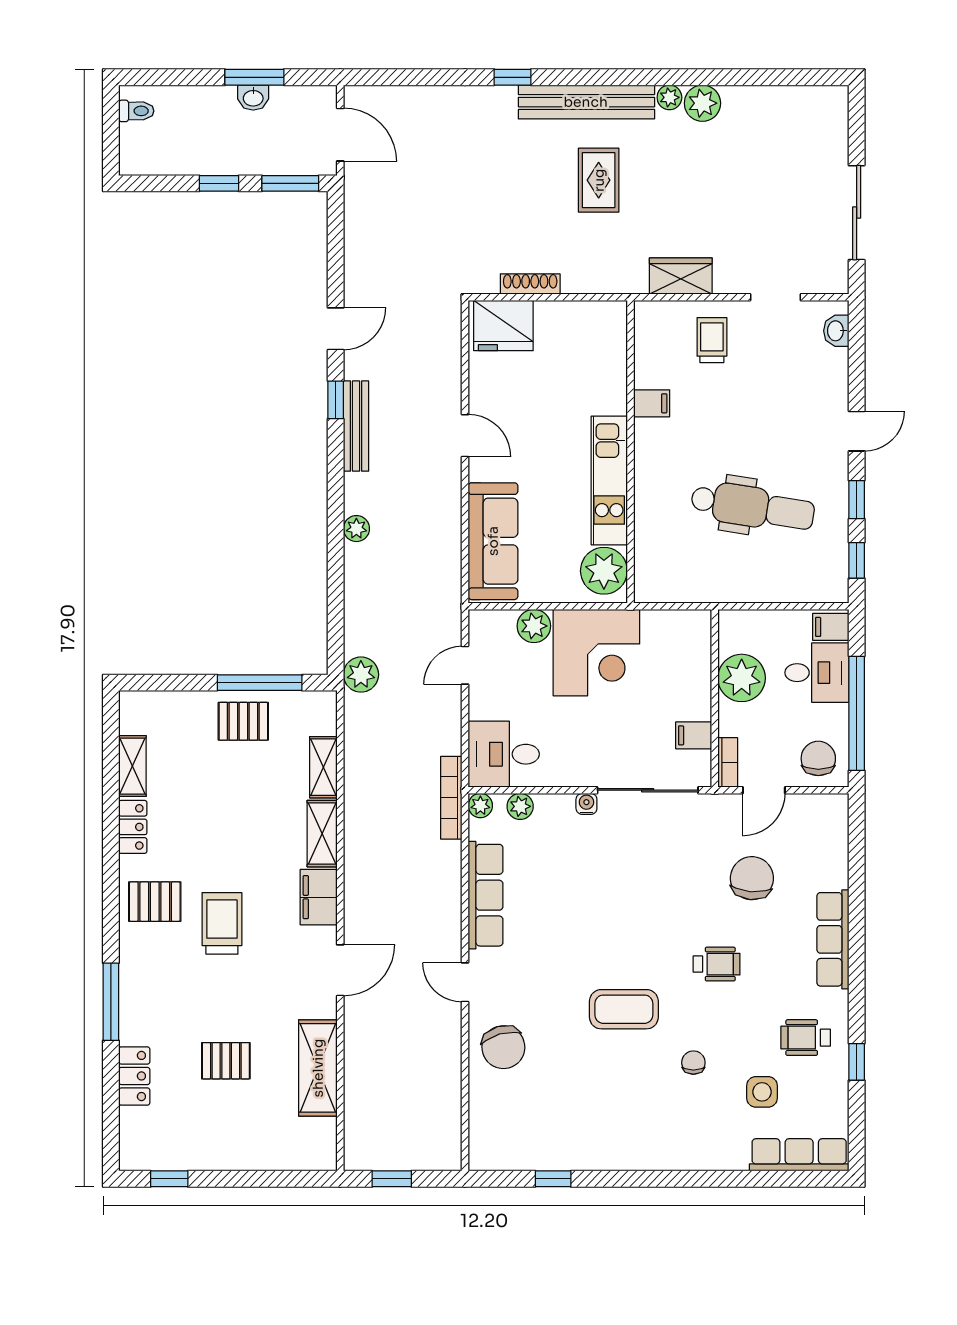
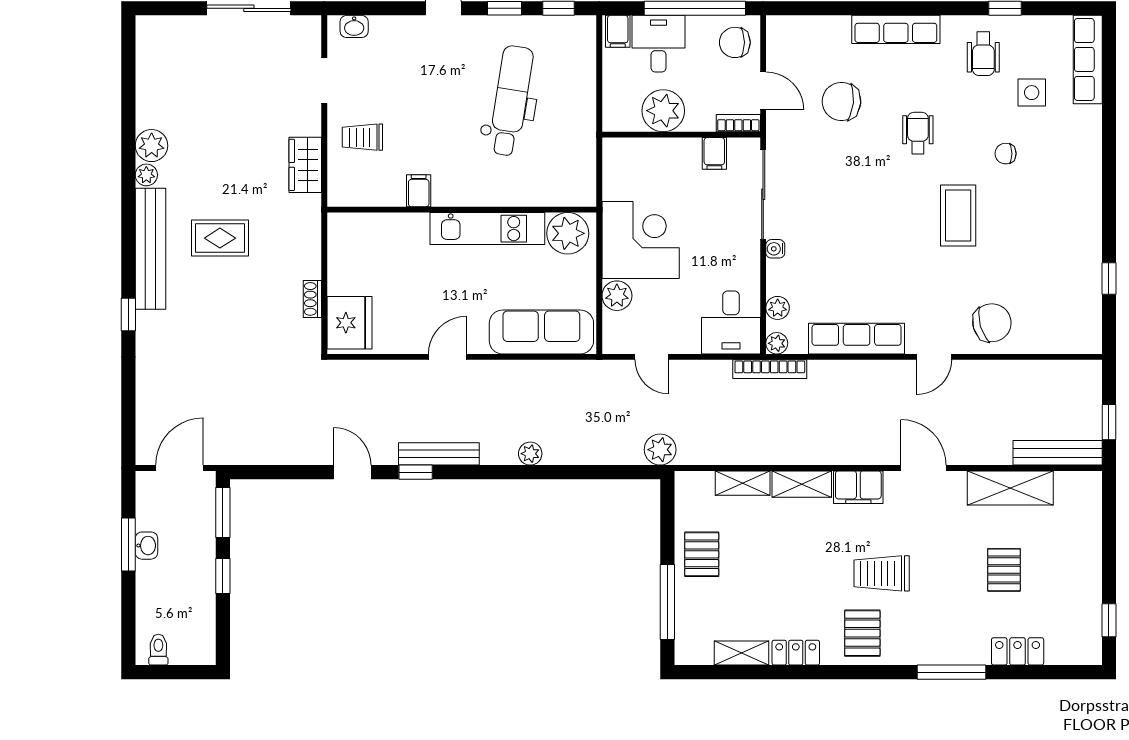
shoe rack: (530, 284) -> (312, 299), width x0.70
window: (260, 683) -> (667, 602), moved
bench: (357, 1121) -> (1058, 453), added

